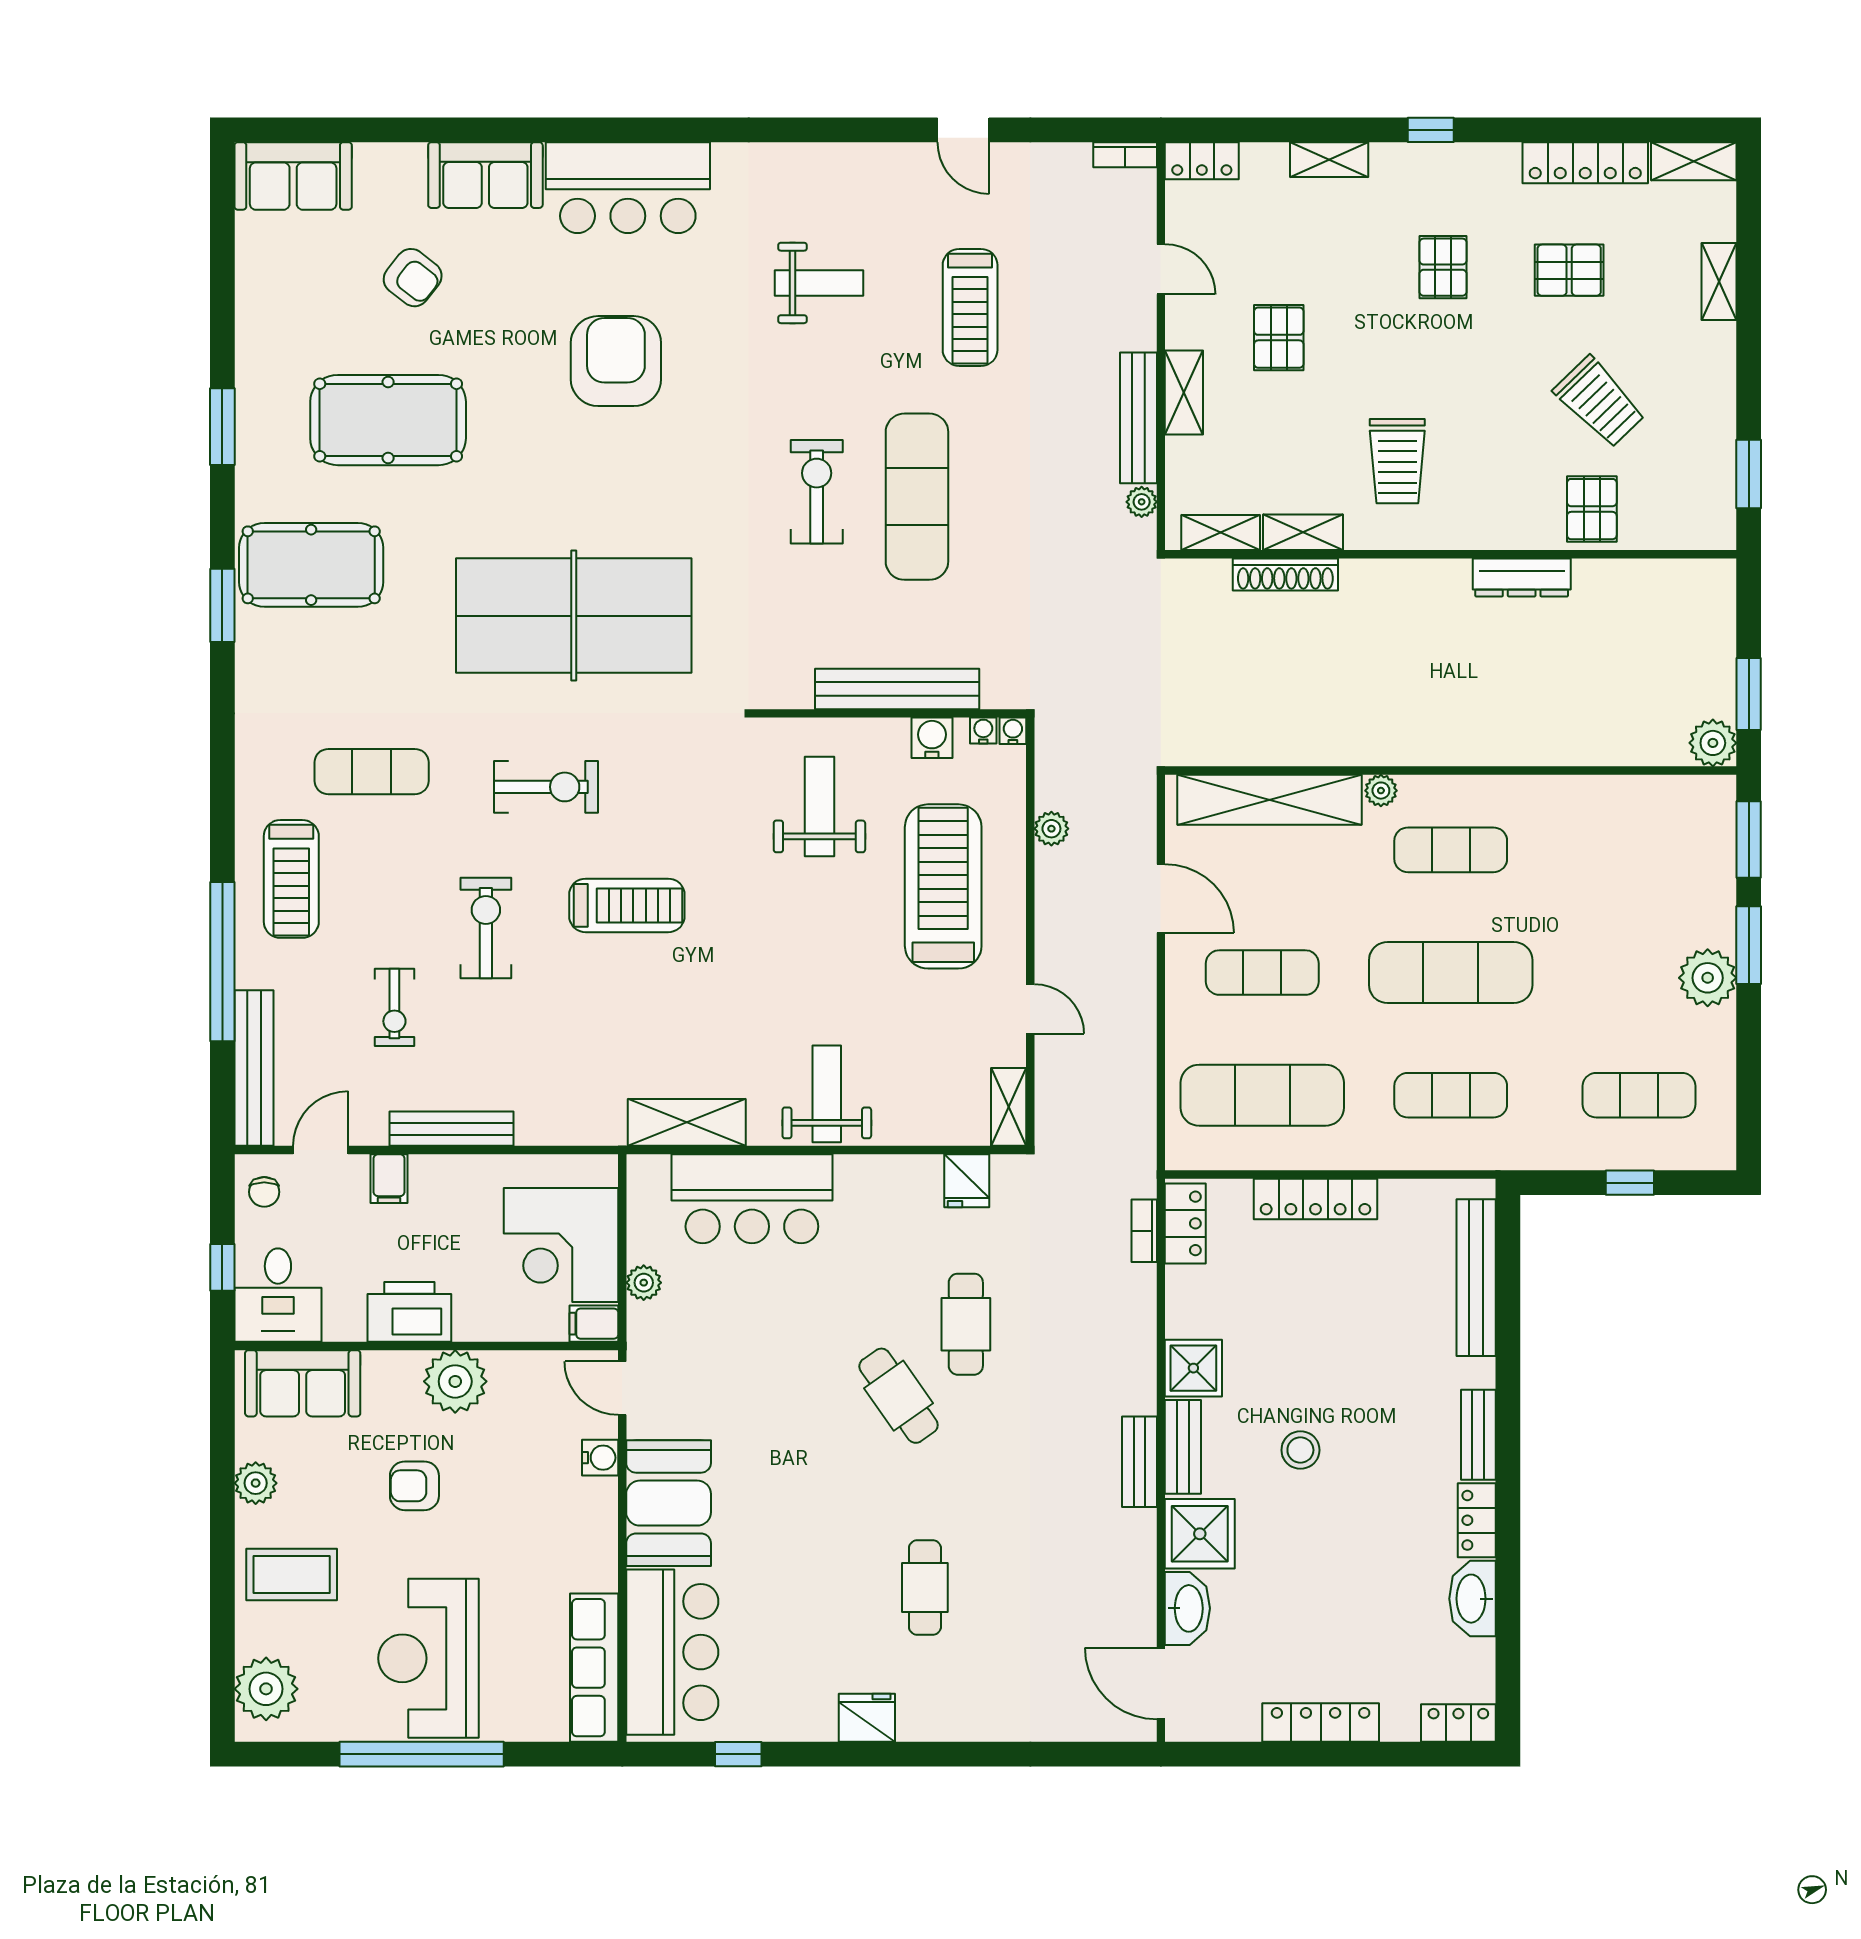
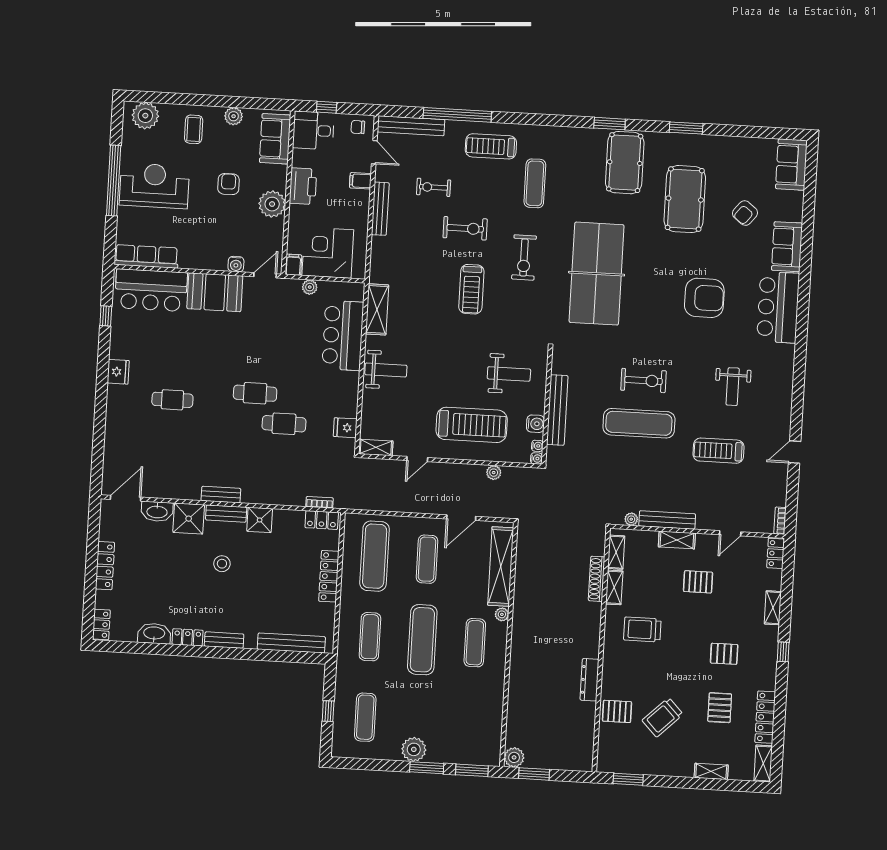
cafe table: (899, 1396) -> (255, 393), turned 35
coffee table: (292, 1574) -> (194, 129), width x0.73, depth x0.77

